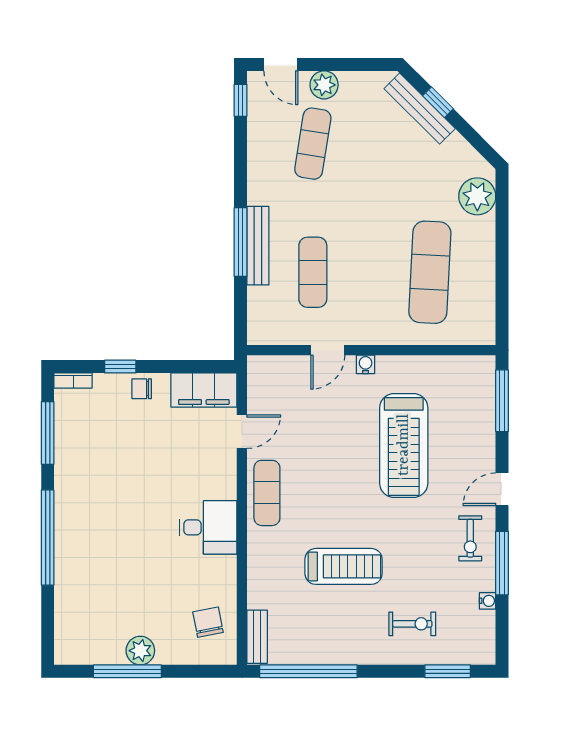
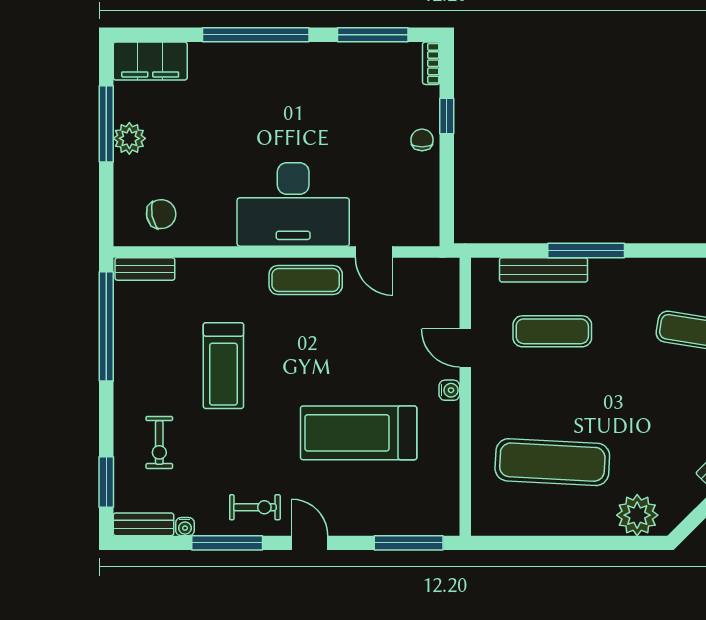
bench: (258, 246) -> (544, 270), moved
filing cabinet: (204, 390) -> (150, 61), moved, turned -90
desk: (208, 527) -> (293, 204), width x1.87, depth x1.30
exercise bike: (470, 538) -> (255, 507), turned 180
bench: (485, 638) -> (143, 524), added

